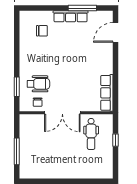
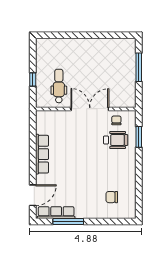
row of seats: (71, 16) -> (56, 213), moved
wheelchair: (38, 84) -> (116, 140), turned 180
row of seats: (107, 93) -> (42, 154), moved

